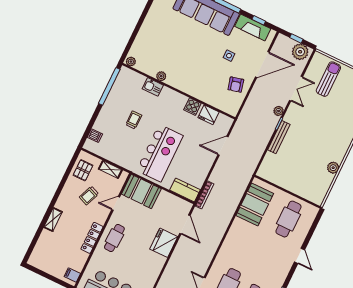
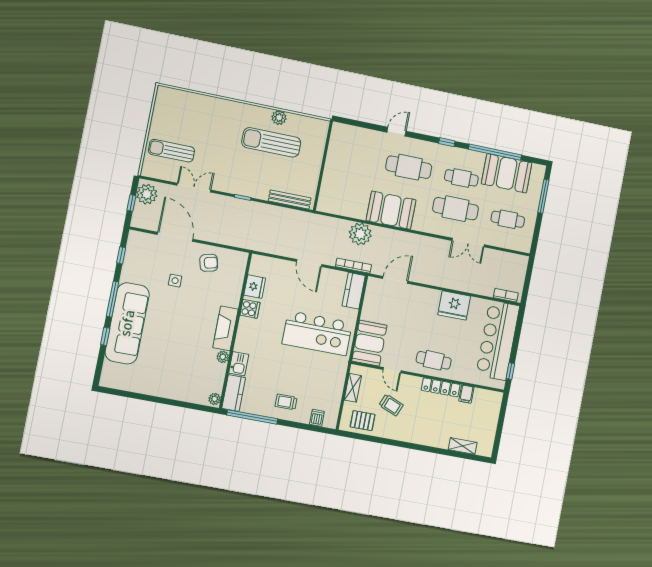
fireplace: (253, 28) -> (225, 328), moved, turned 180
kitchen counter: (131, 77) -> (234, 393), added
plant: (279, 111) -> (360, 234), moved, width x1.87, depth x1.87
trolley: (134, 120) -> (286, 402), moved
bench: (279, 137) -> (290, 199), moved
door: (223, 146) -> (309, 263), moved
kitchen island: (160, 153) -> (317, 333), turned 180
sun lounger: (316, 157) -> (271, 142), added
booth: (255, 205) -> (391, 210), moved
cafe table: (288, 219) -> (409, 167), moved
shelving: (53, 220) -> (463, 446), moved
fridge: (164, 243) -> (454, 305), moved
filing cabinet: (72, 275) -> (466, 394), moved

